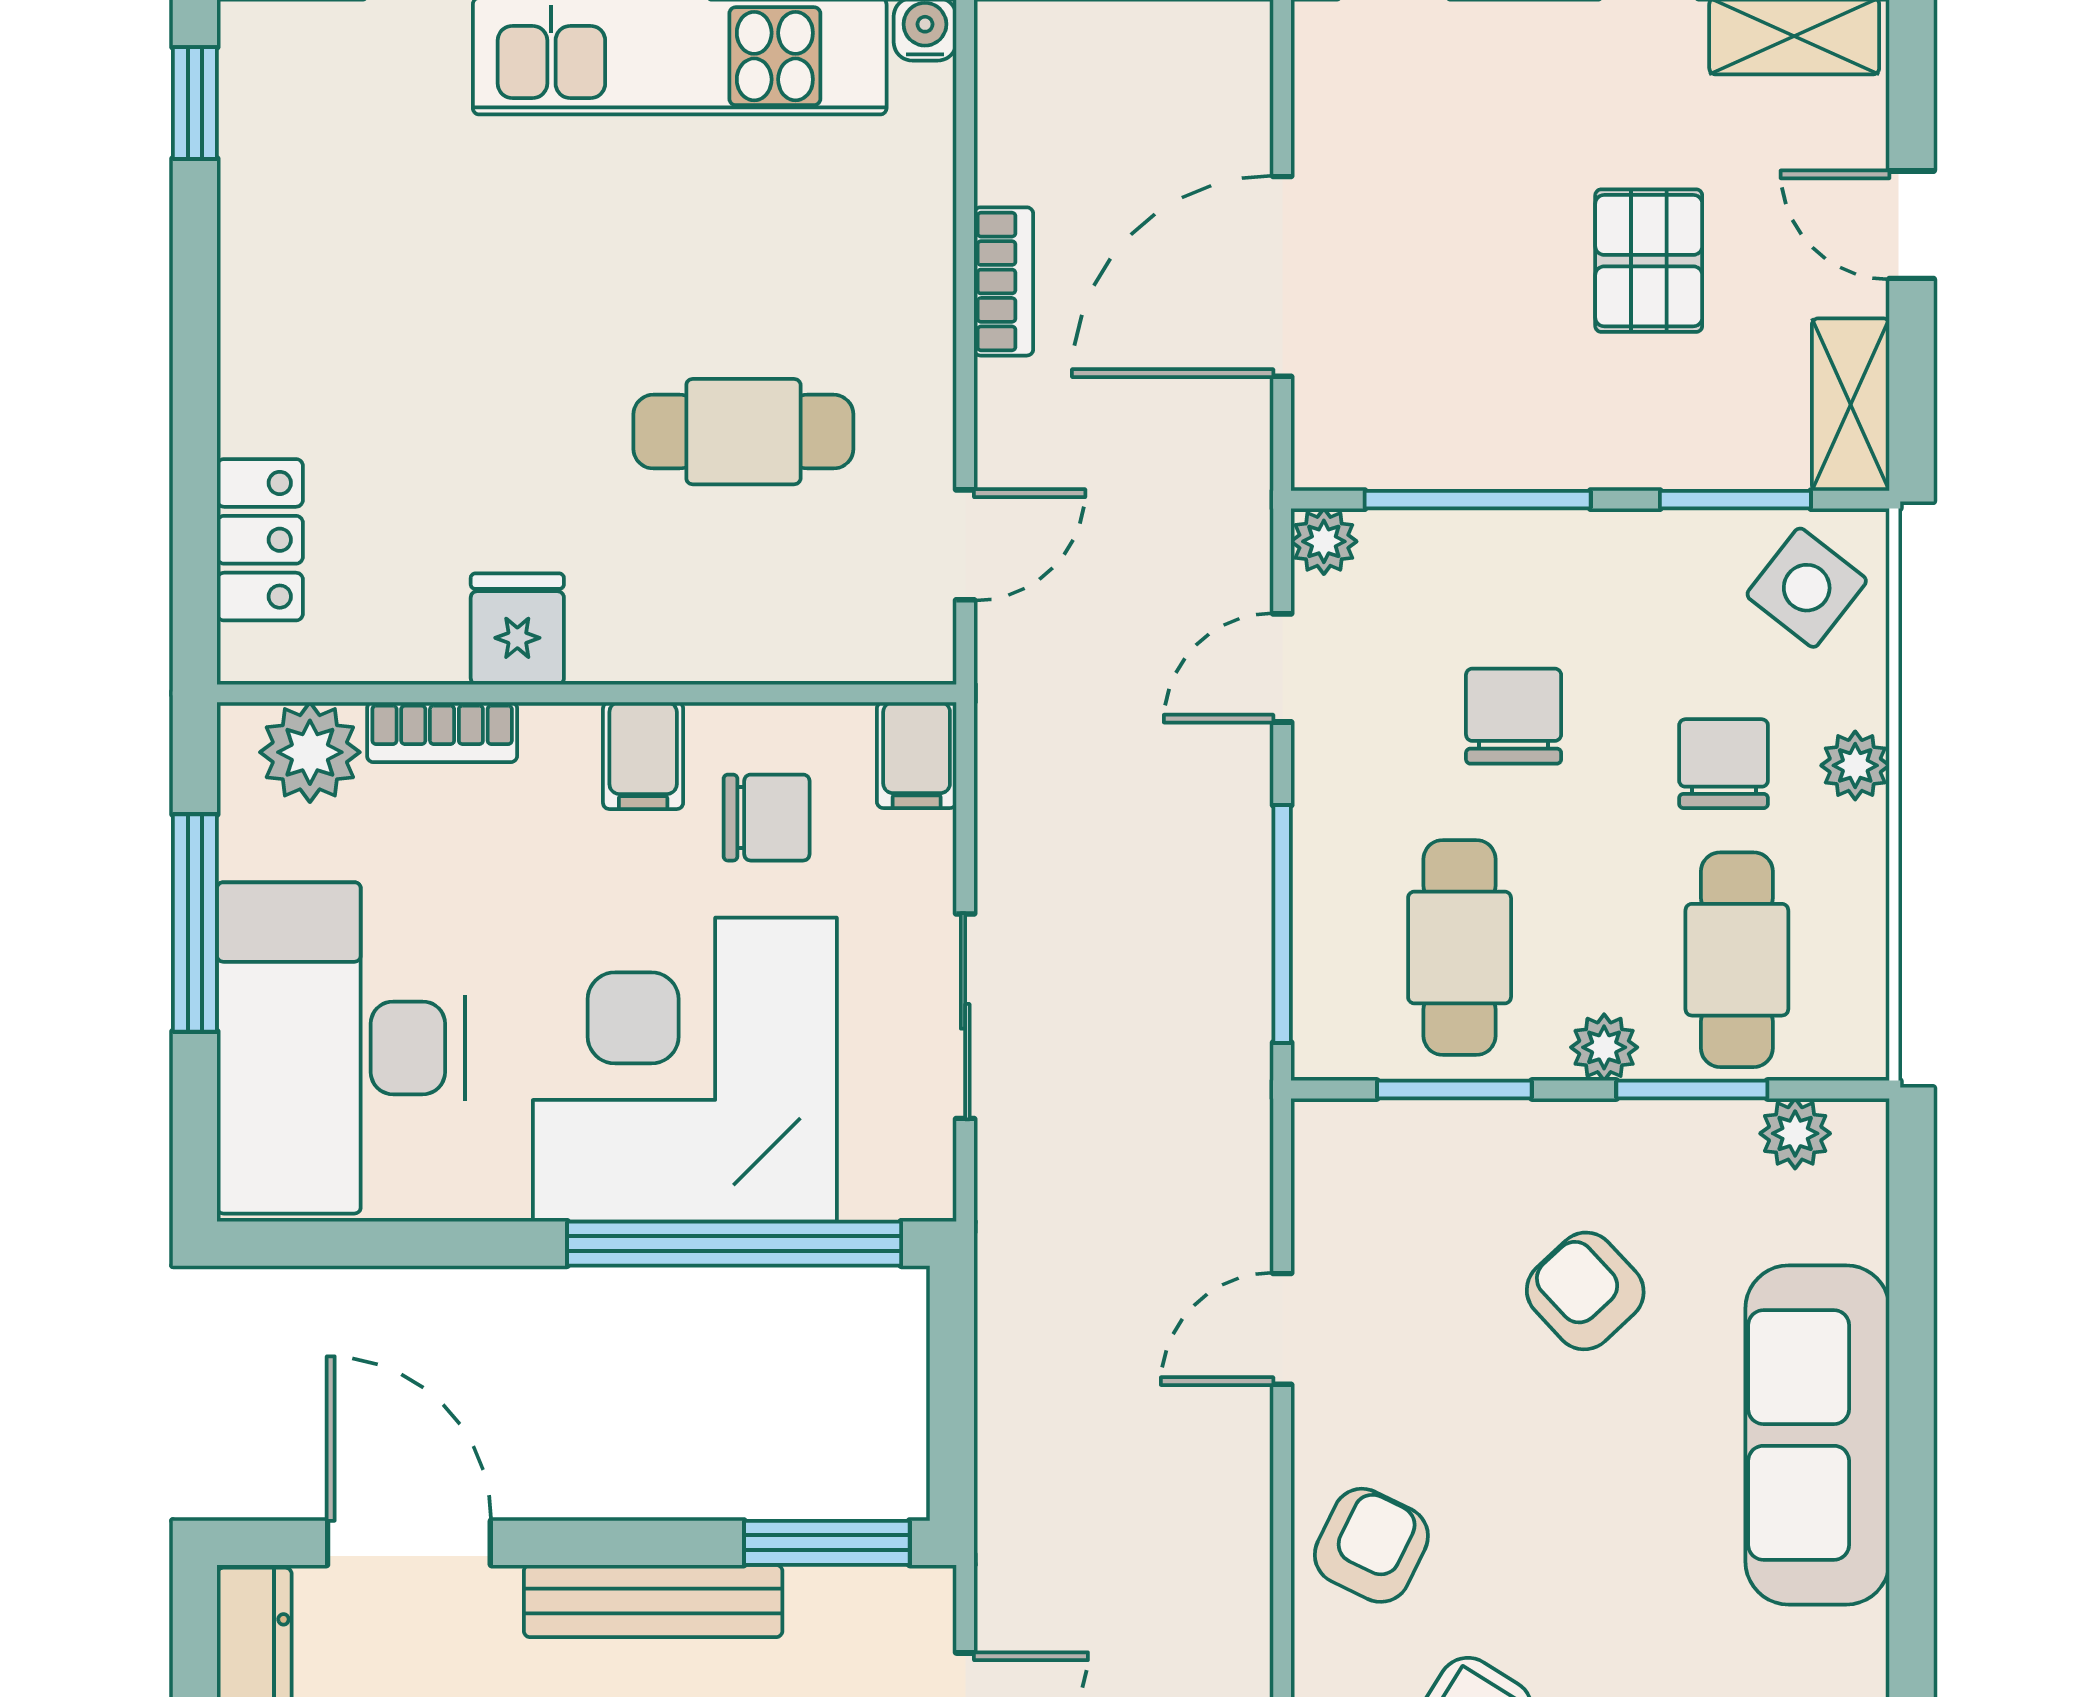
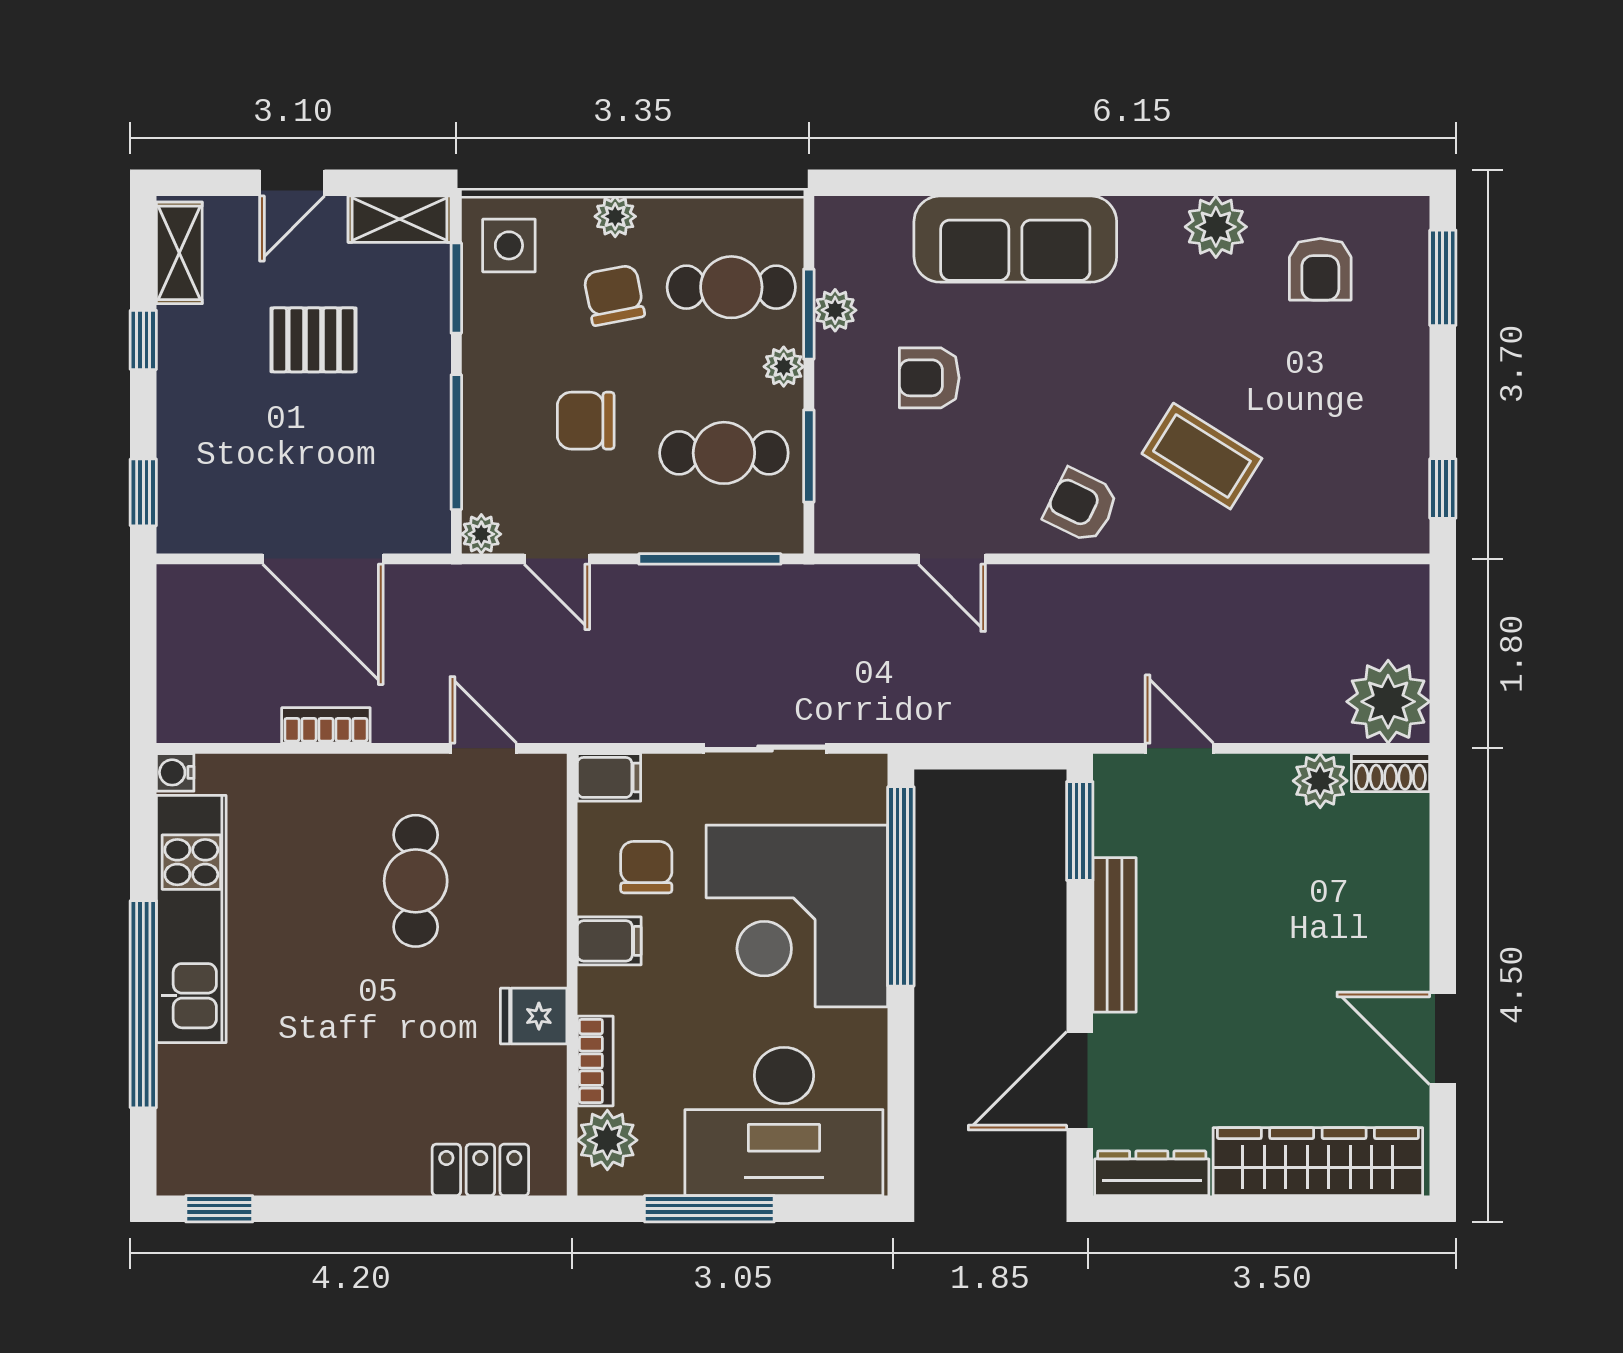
side table: (1807, 588) -> (509, 245), turned -38
chair: (1724, 764) -> (614, 295), turned 79
plant: (1795, 1133) -> (835, 310), moved
armchair: (1585, 1291) -> (929, 378), turned 43

